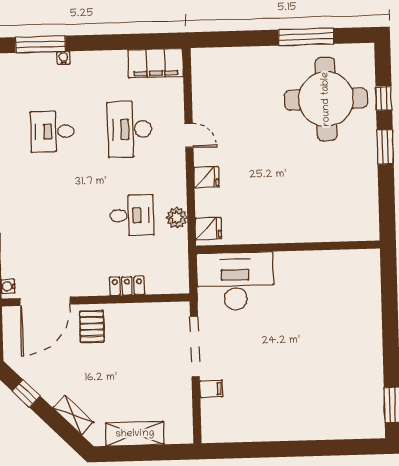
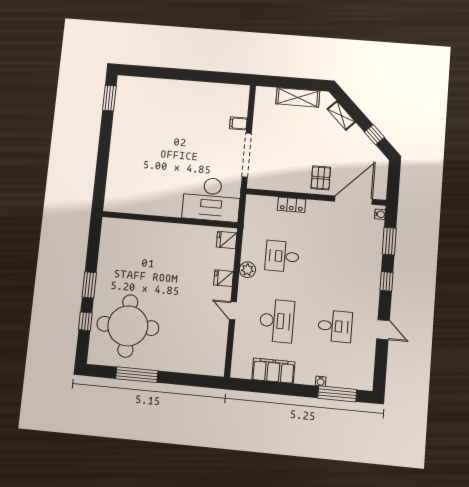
filing cabinet: (156, 63) -> (273, 371), moved
plant: (177, 218) -> (247, 270), moved

